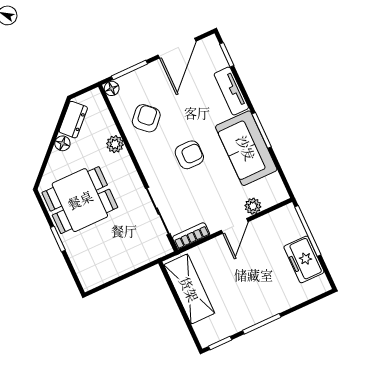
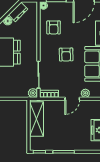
armchair: (146, 118) -> (54, 27), turned 137
plant: (115, 144) -> (33, 93), moved
armchair: (189, 155) -> (66, 55), turned 89

